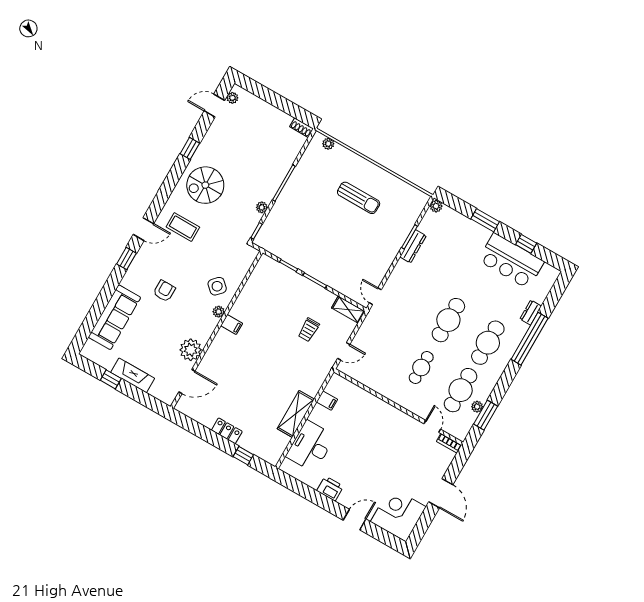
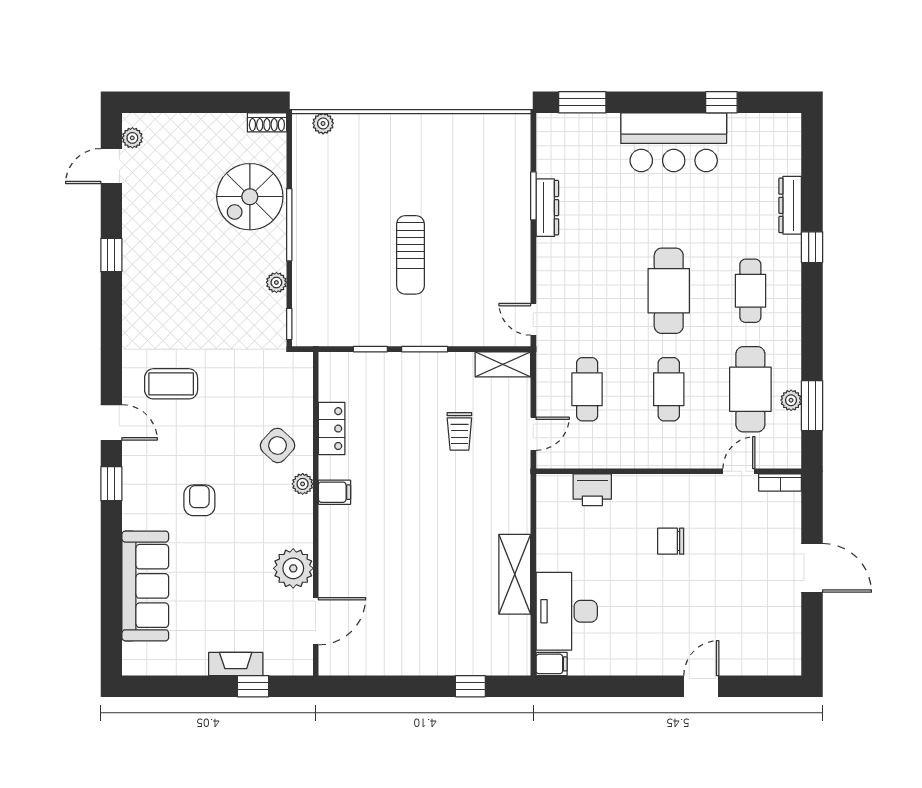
spiral stairs: (205, 185) -> (250, 197), moved
sun lounger: (359, 198) -> (410, 255), moved, turned 90
plant: (436, 206) -> (547, 124), removed
window: (485, 220) -> (582, 102), moved
door: (143, 229) -> (111, 422), hinge flipped
bar counter: (511, 261) -> (674, 142), moved
dresser: (531, 313) -> (790, 205), width x1.44
window: (530, 339) -> (812, 247), width x0.32
cafe table: (488, 343) -> (750, 291), width x0.73, depth x0.74
cafe table: (382, 345) -> (587, 389), added
fireplace: (133, 375) -> (236, 664), width x0.73, depth x0.76
window: (111, 379) -> (253, 686), moved
filing cabinet: (327, 401) -> (552, 664), moved
door: (432, 426) -> (739, 471), hinge flipped
locker: (227, 431) -> (332, 429), moved, turned 90
chair: (380, 441) -> (671, 541), added
printer: (330, 489) -> (592, 490), moved, turned 180
corner desk: (398, 514) -> (765, 639), removed

